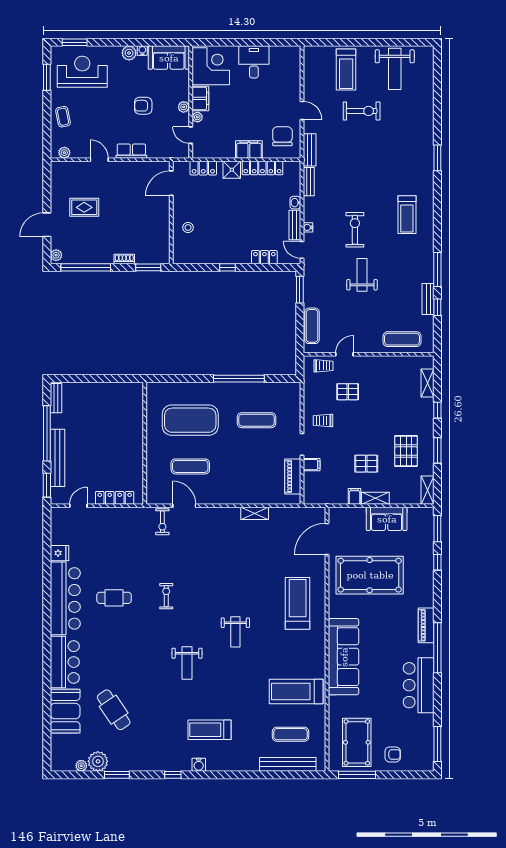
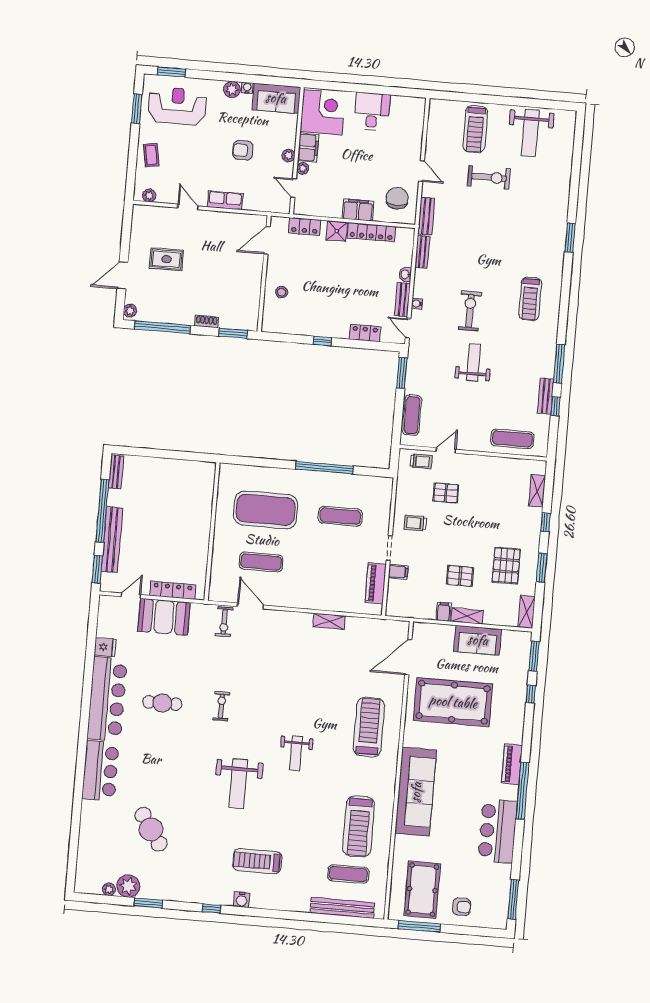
weight bench: (187, 663) -> (238, 784), width x1.36, depth x1.33
treadmill: (296, 692) -> (359, 826), turned -90
booth: (65, 711) -> (164, 617), moved, turned 90

